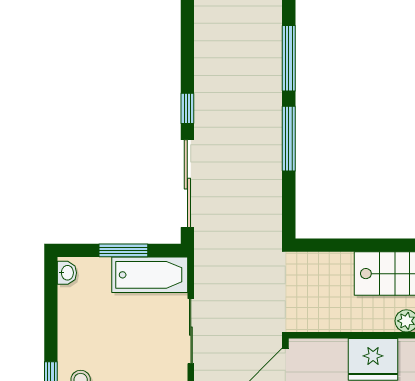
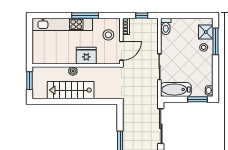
window: (123, 250) -> (197, 99), moved

